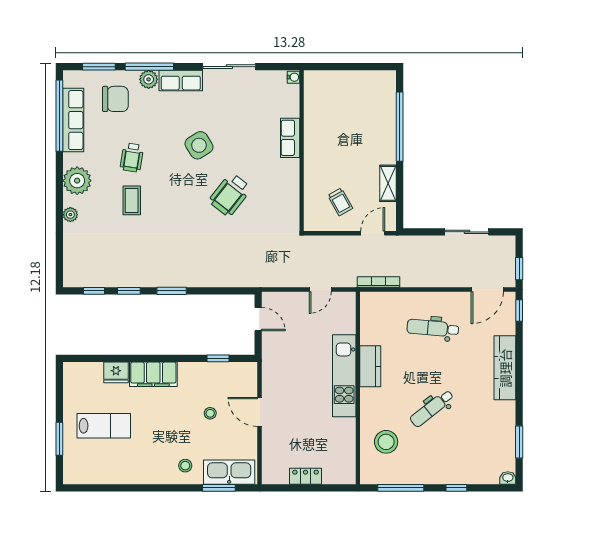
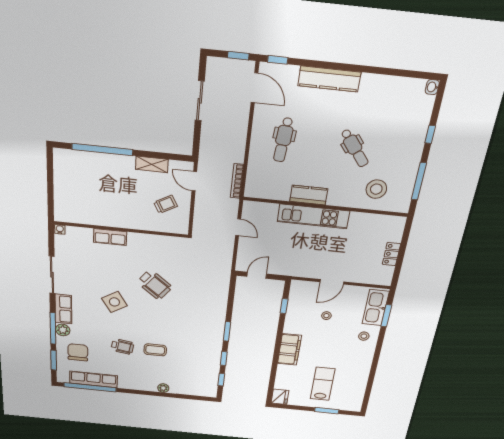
plant: (77, 181) -> (138, 382), removed
fridge: (116, 372) -> (280, 397), moved
window: (519, 442) -> (401, 73), removed

